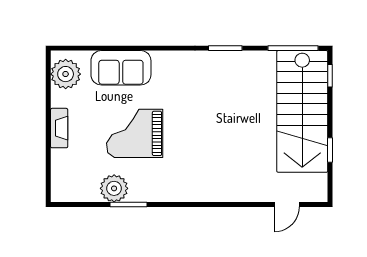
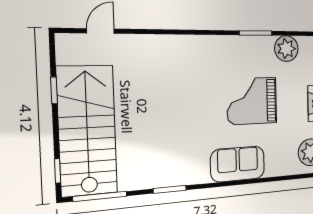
sofa: (121, 68) -> (238, 164), moved
grand piano: (135, 133) -> (252, 101), turned 180
plant: (114, 188) -> (286, 49), moved

